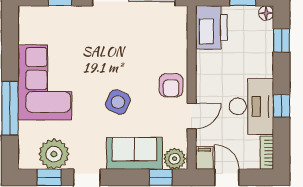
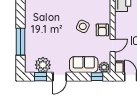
corner sofa: (45, 82) -> (38, 29), removed
side table: (118, 102) -> (83, 26), moved

